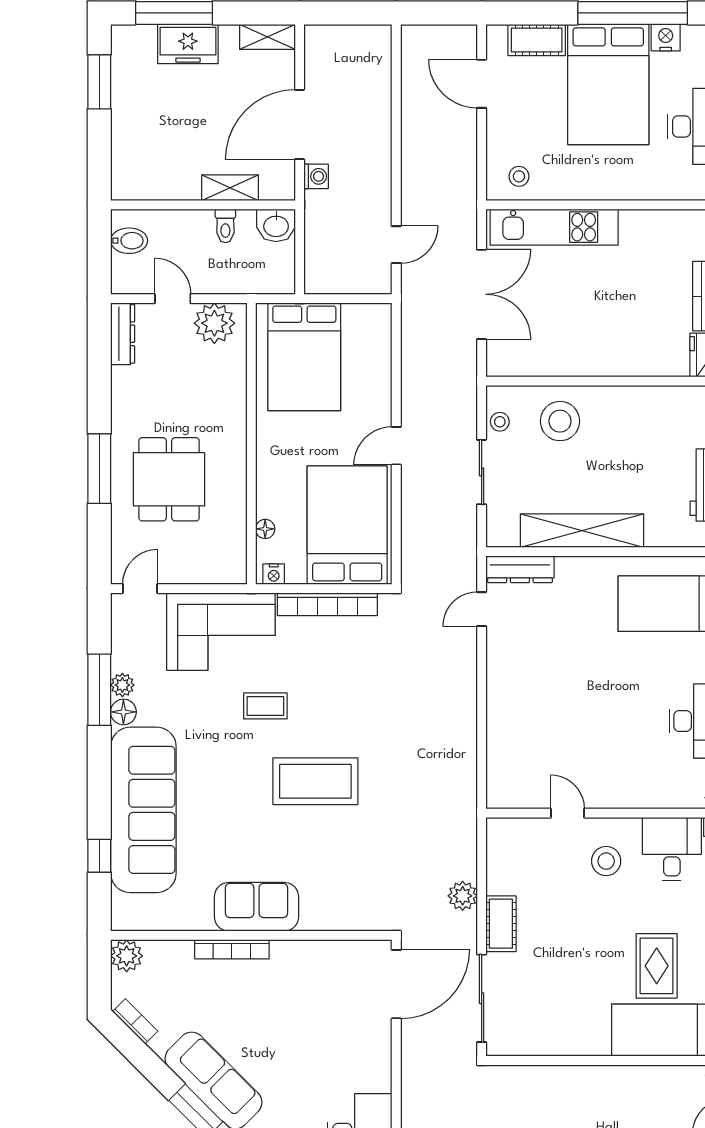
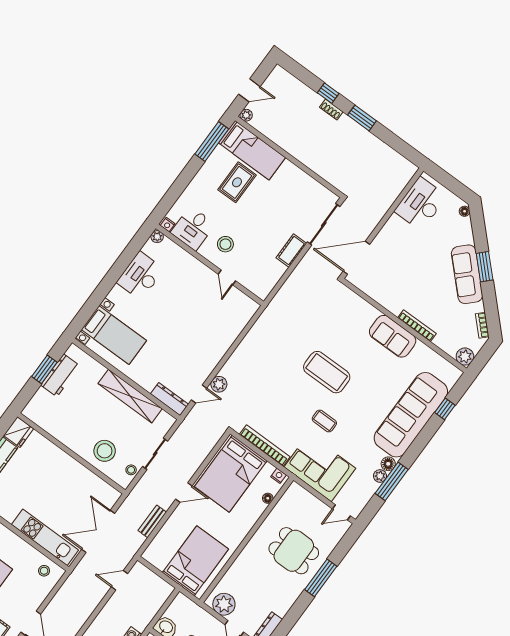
bench: (412, 368) -> (152, 521), added
dining table: (169, 479) -> (294, 551), turned 90
plant: (463, 896) -> (219, 384), moved

